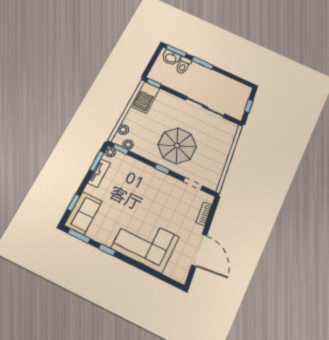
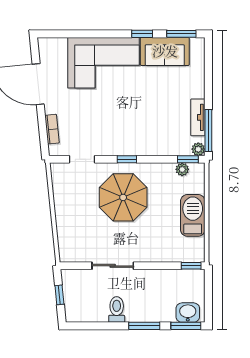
toilet: (183, 66) -> (117, 309), moved
barbecue: (145, 97) -> (193, 215), moved
sliding door: (205, 107) -> (113, 266), width x0.73
plant: (123, 130) -> (198, 185), removed
window: (97, 161) -> (208, 131), width x1.44
window: (73, 203) -> (208, 68), removed
sofa: (83, 213) -> (165, 51), moved, turned -90

